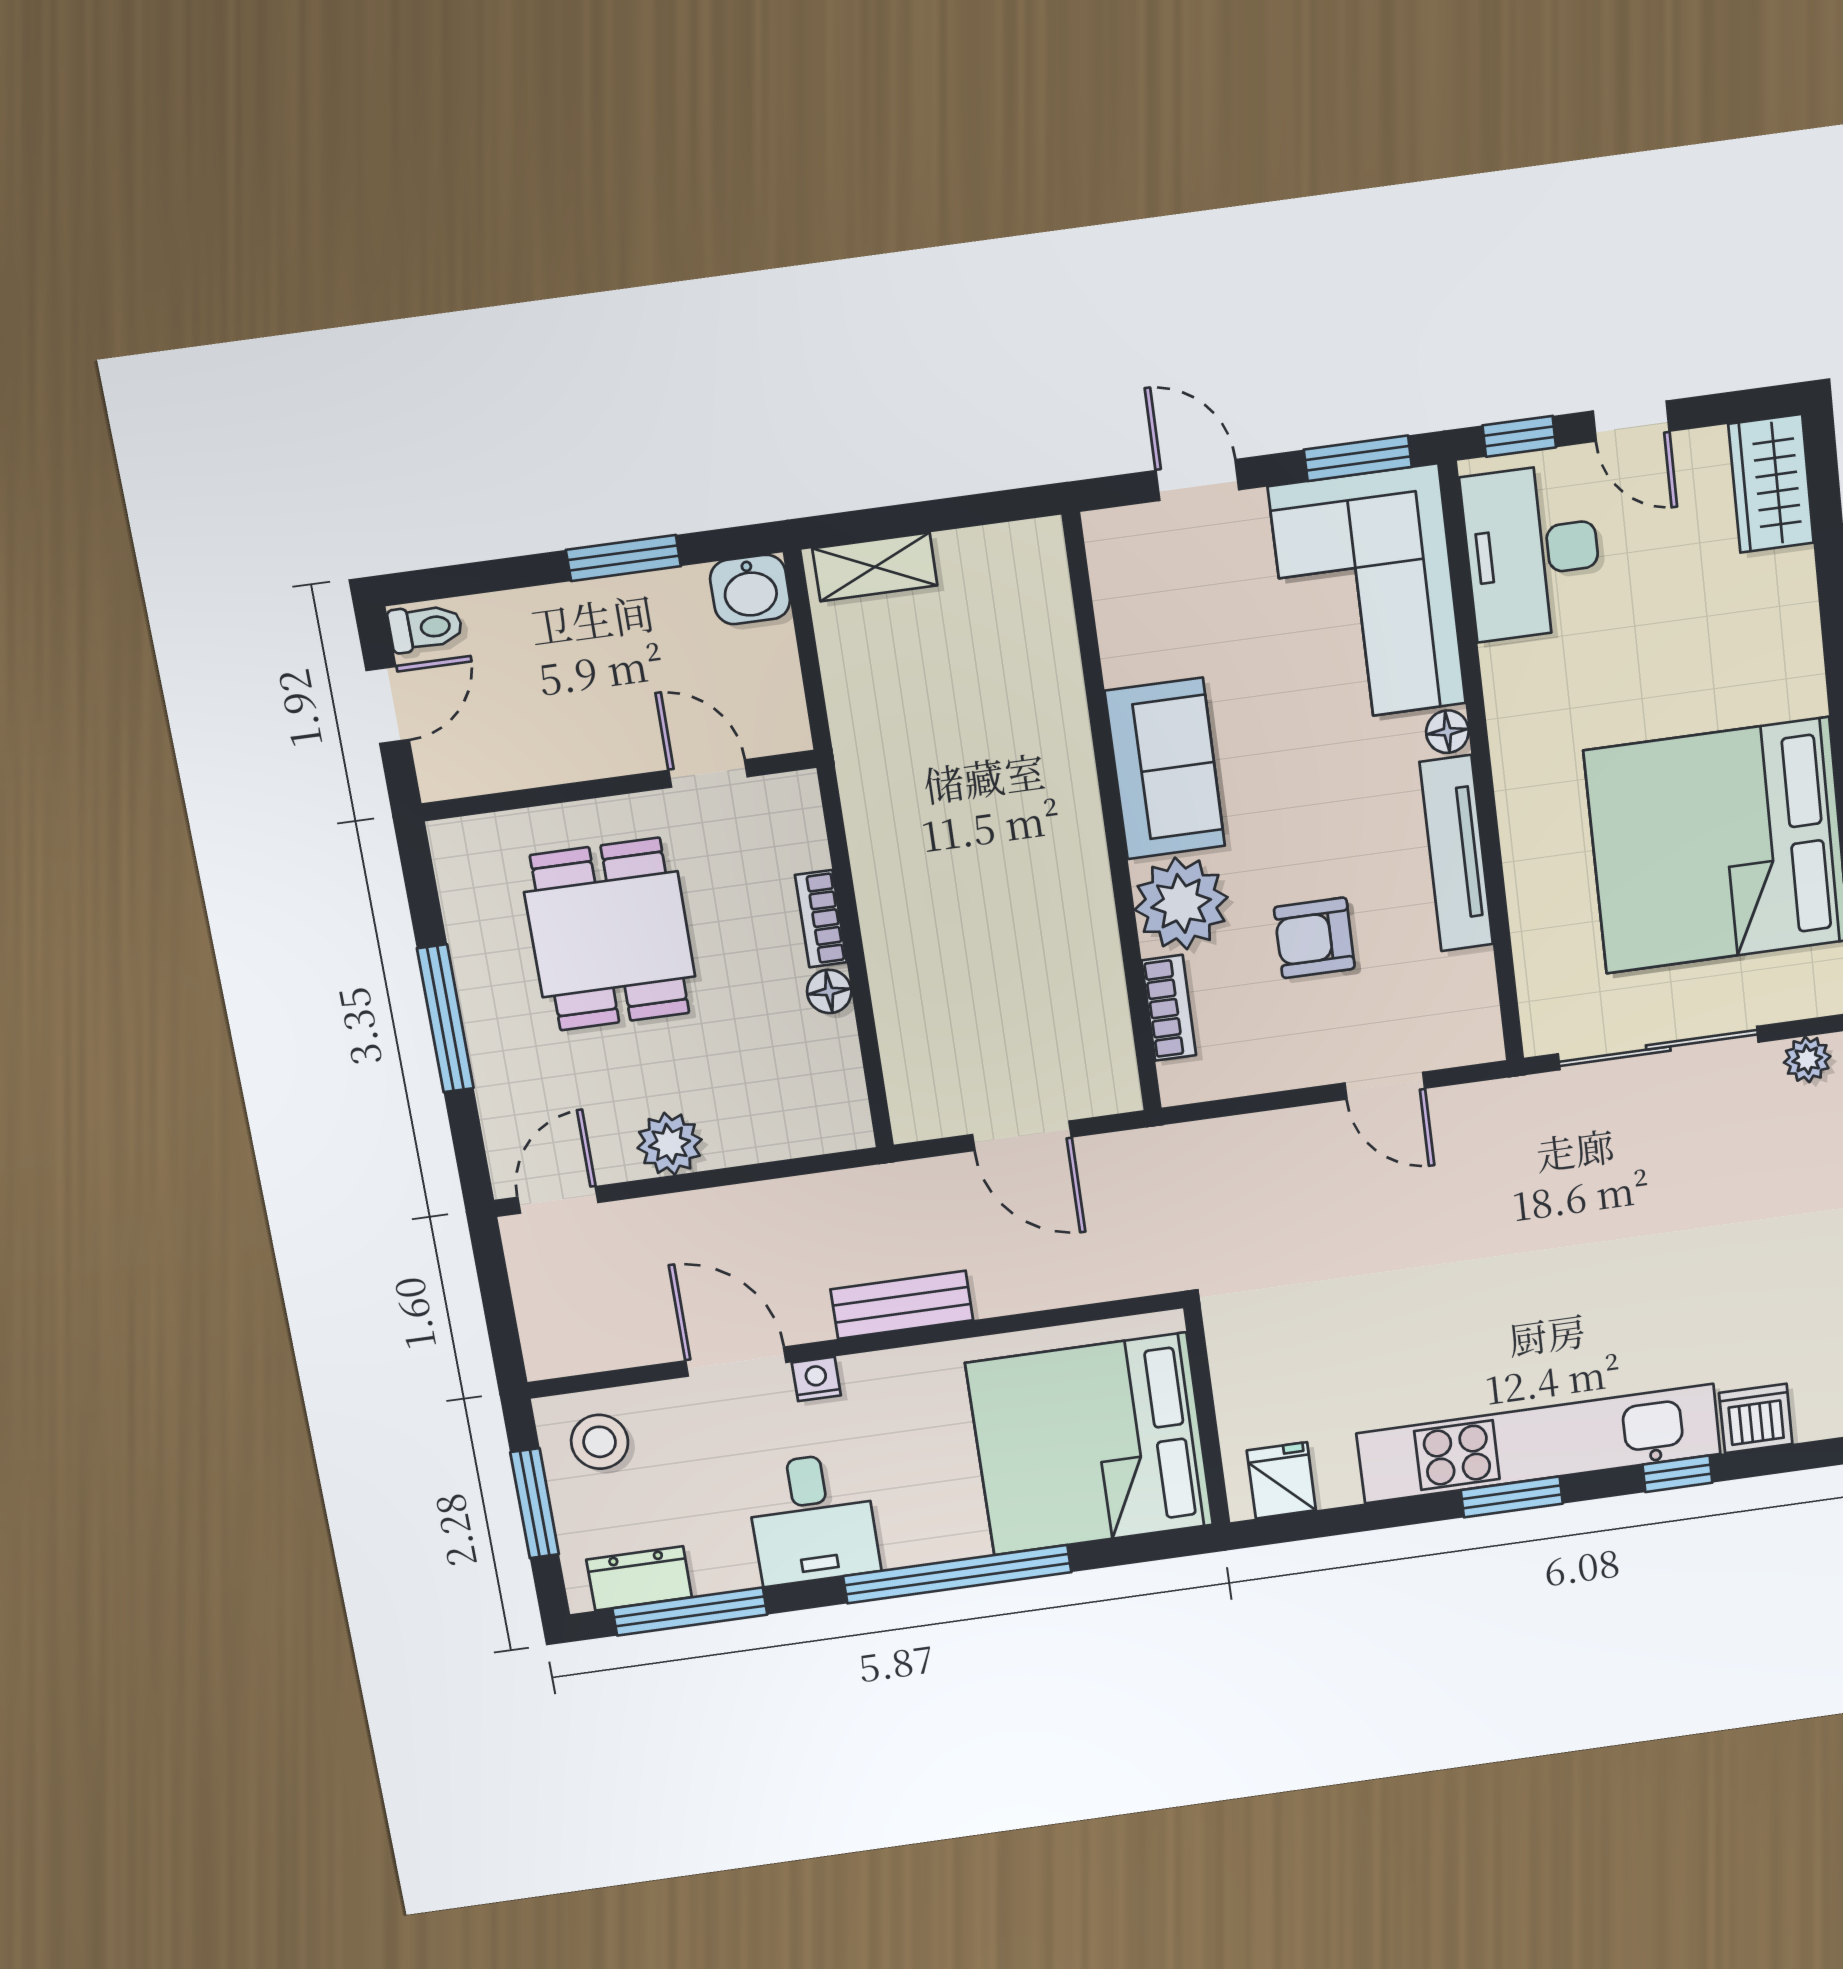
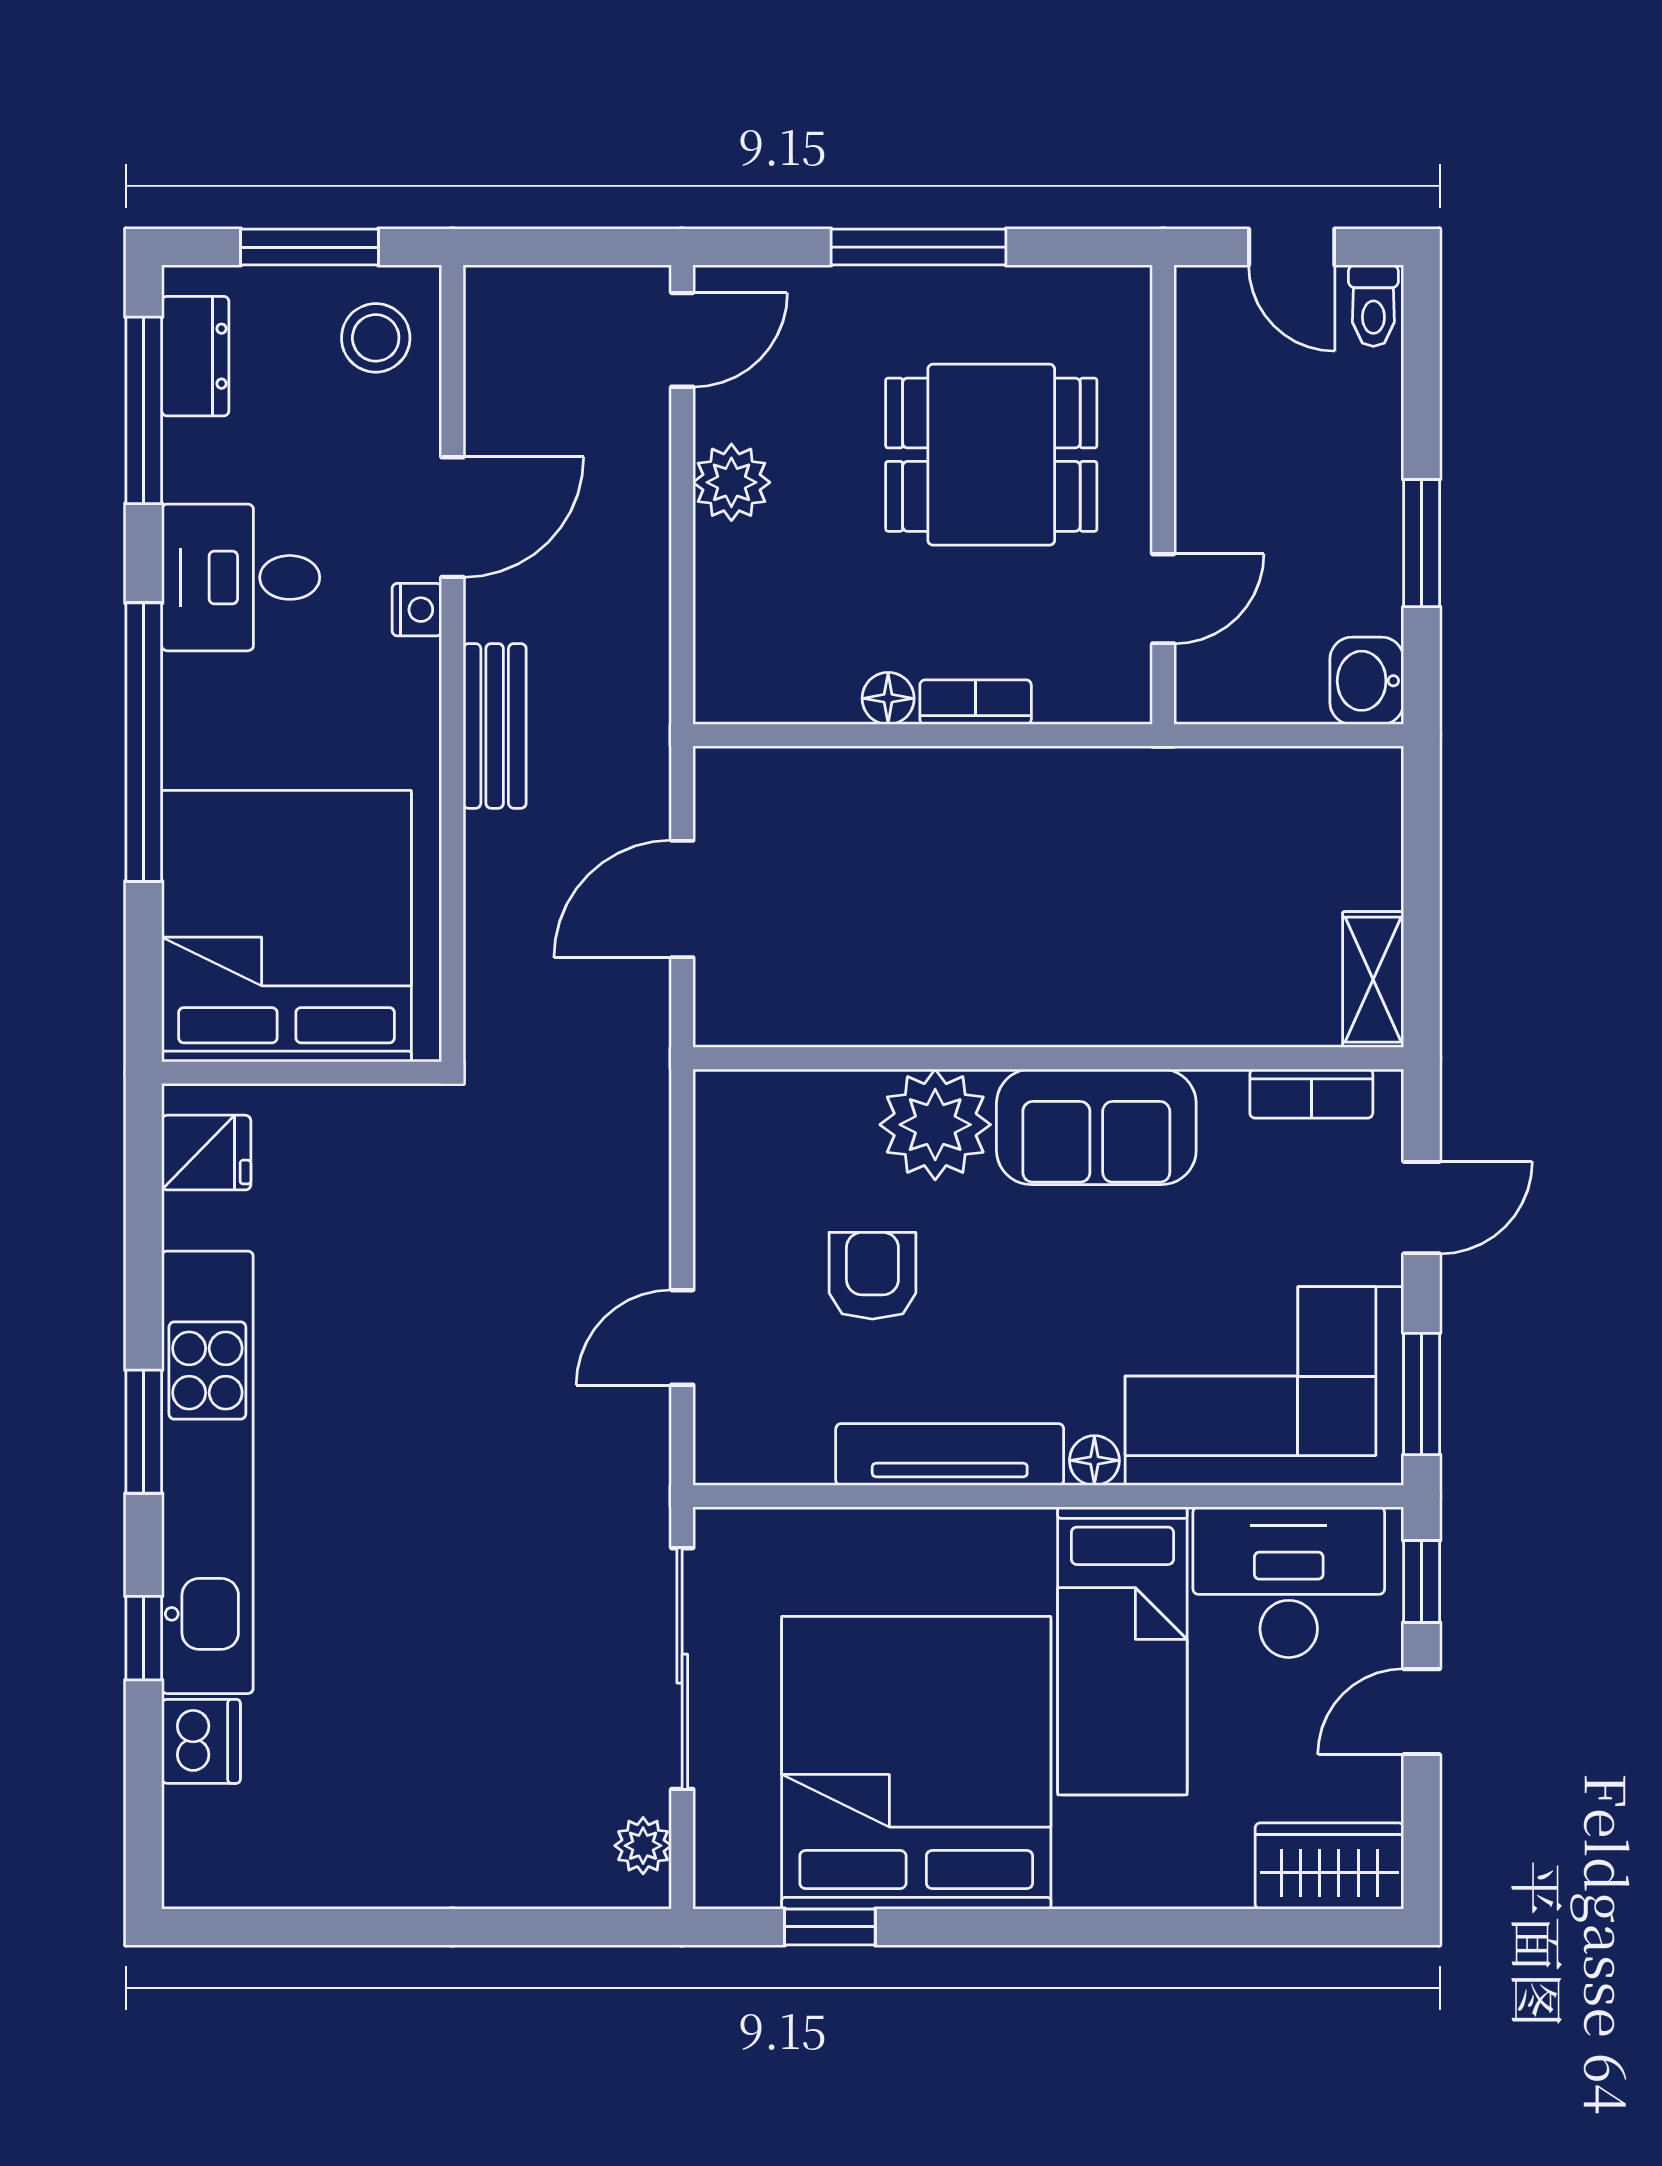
shelving: (875, 567) -> (1373, 980), moved
bed: (1606, 686) -> (1122, 1651), added
bookcase: (1169, 1008) -> (1311, 1094), moved
door: (558, 1200) -> (682, 340), hinge flipped

